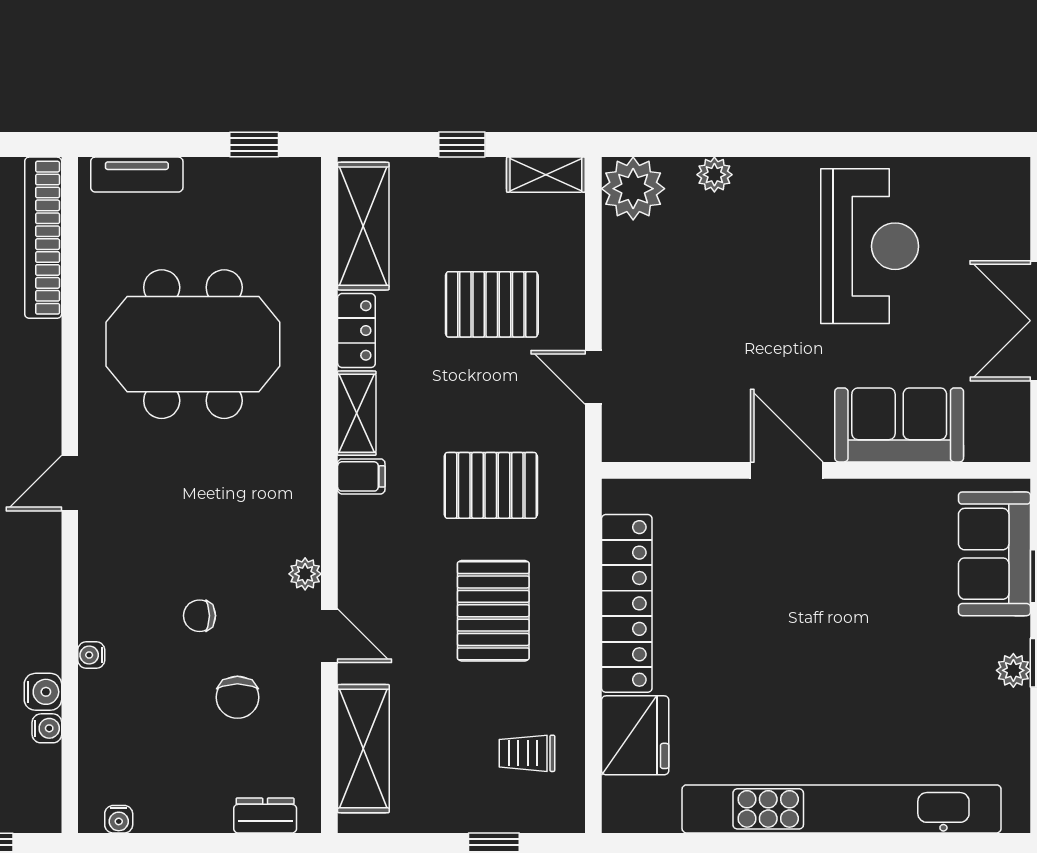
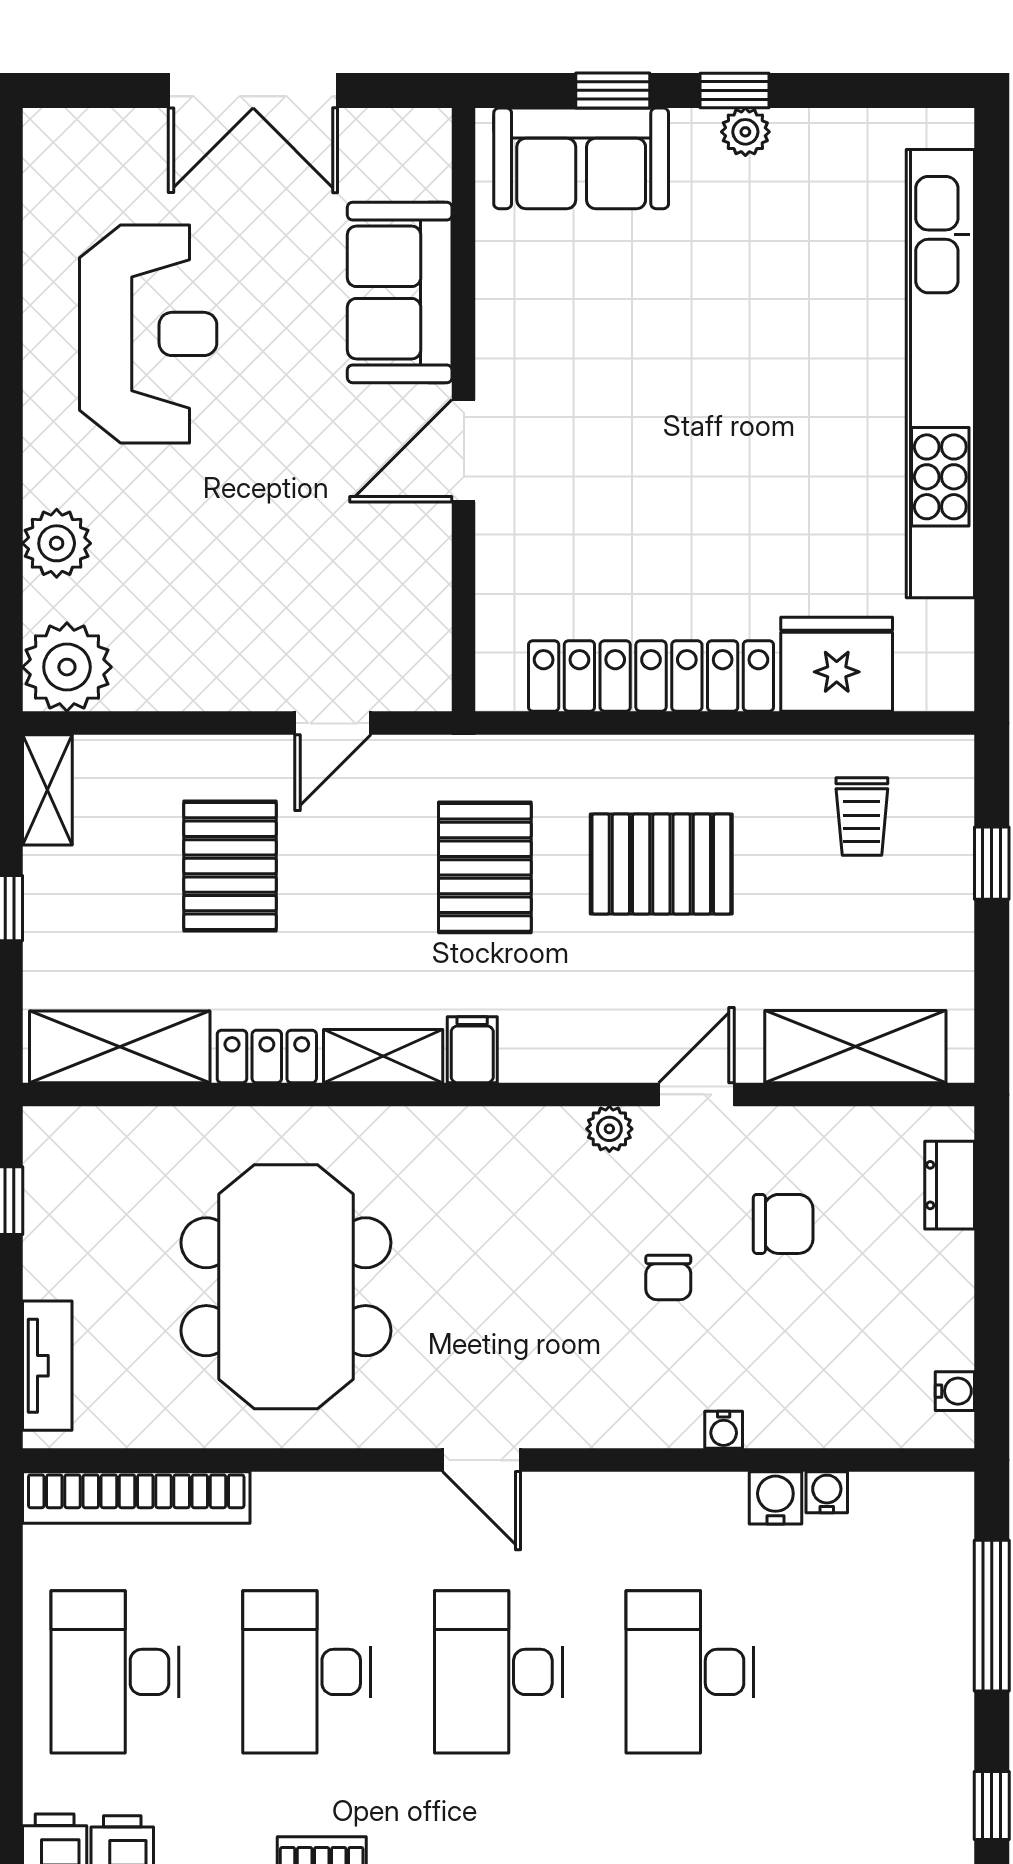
plant: (714, 175) -> (57, 543), width x1.38, depth x1.38
reception desk: (870, 246) -> (148, 334), turned 90

